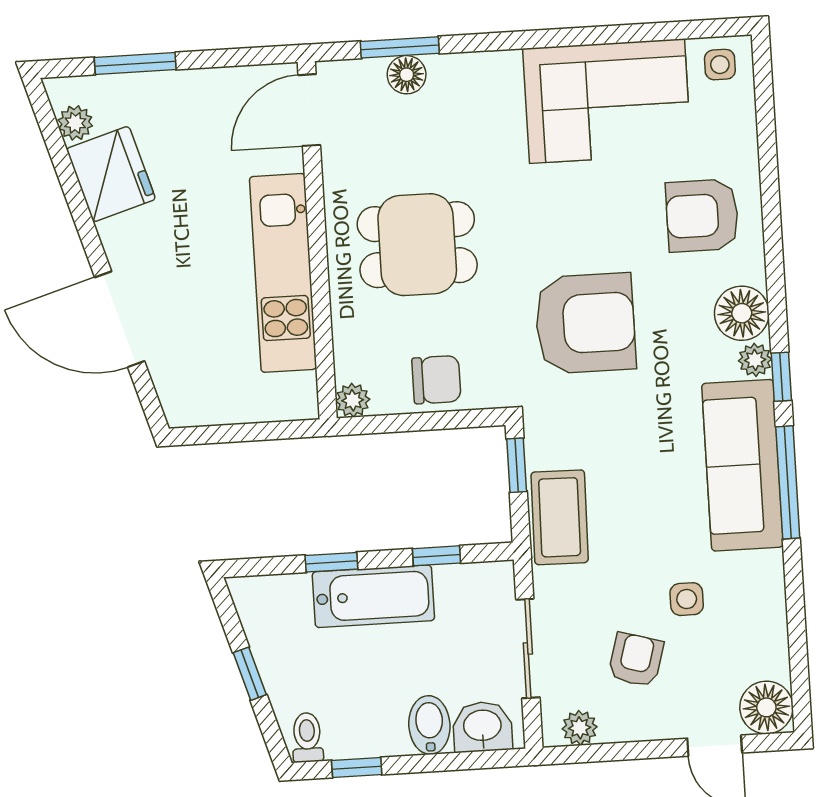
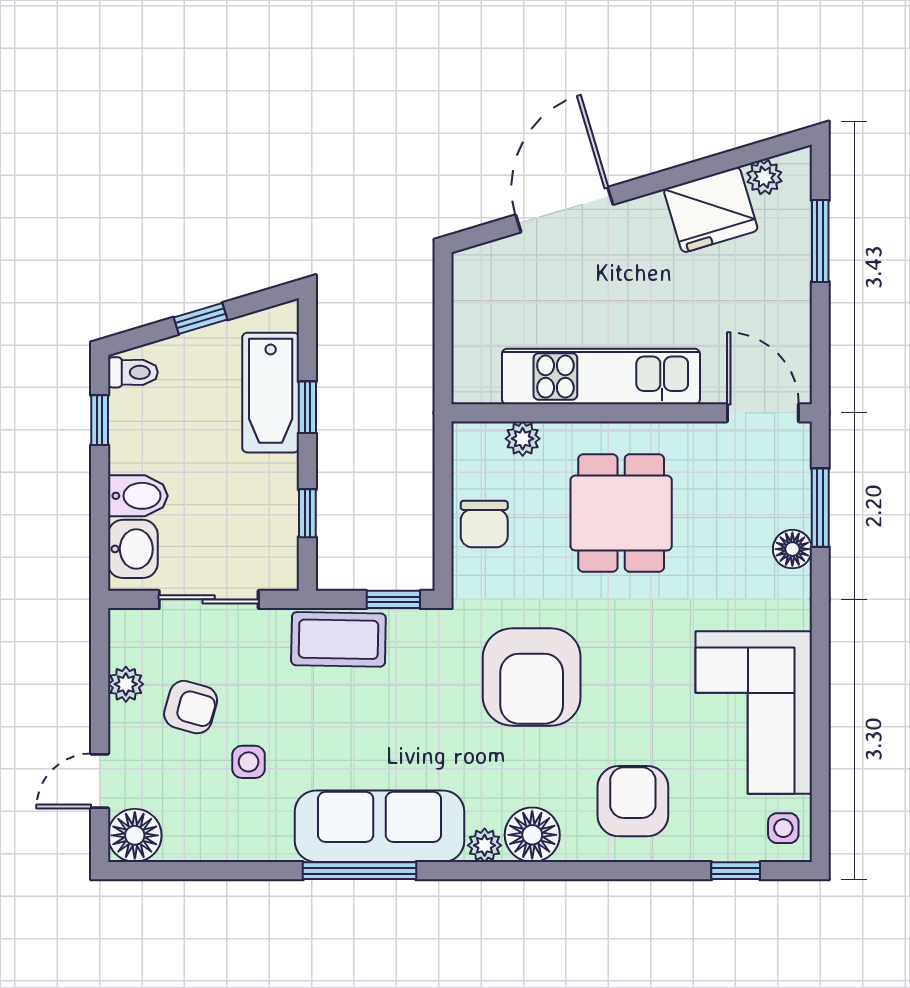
floor lamp: (407, 75) -> (792, 549), moved
window: (781, 377) -> (736, 871), moved
plant: (353, 400) -> (523, 439), moved
bathtub: (373, 596) -> (271, 393), moved
plant: (580, 728) -> (126, 684), moved

